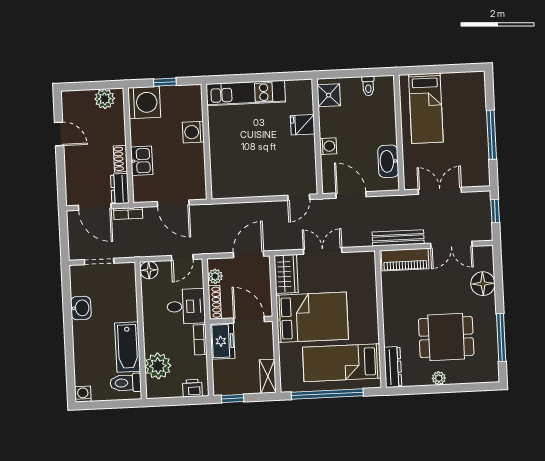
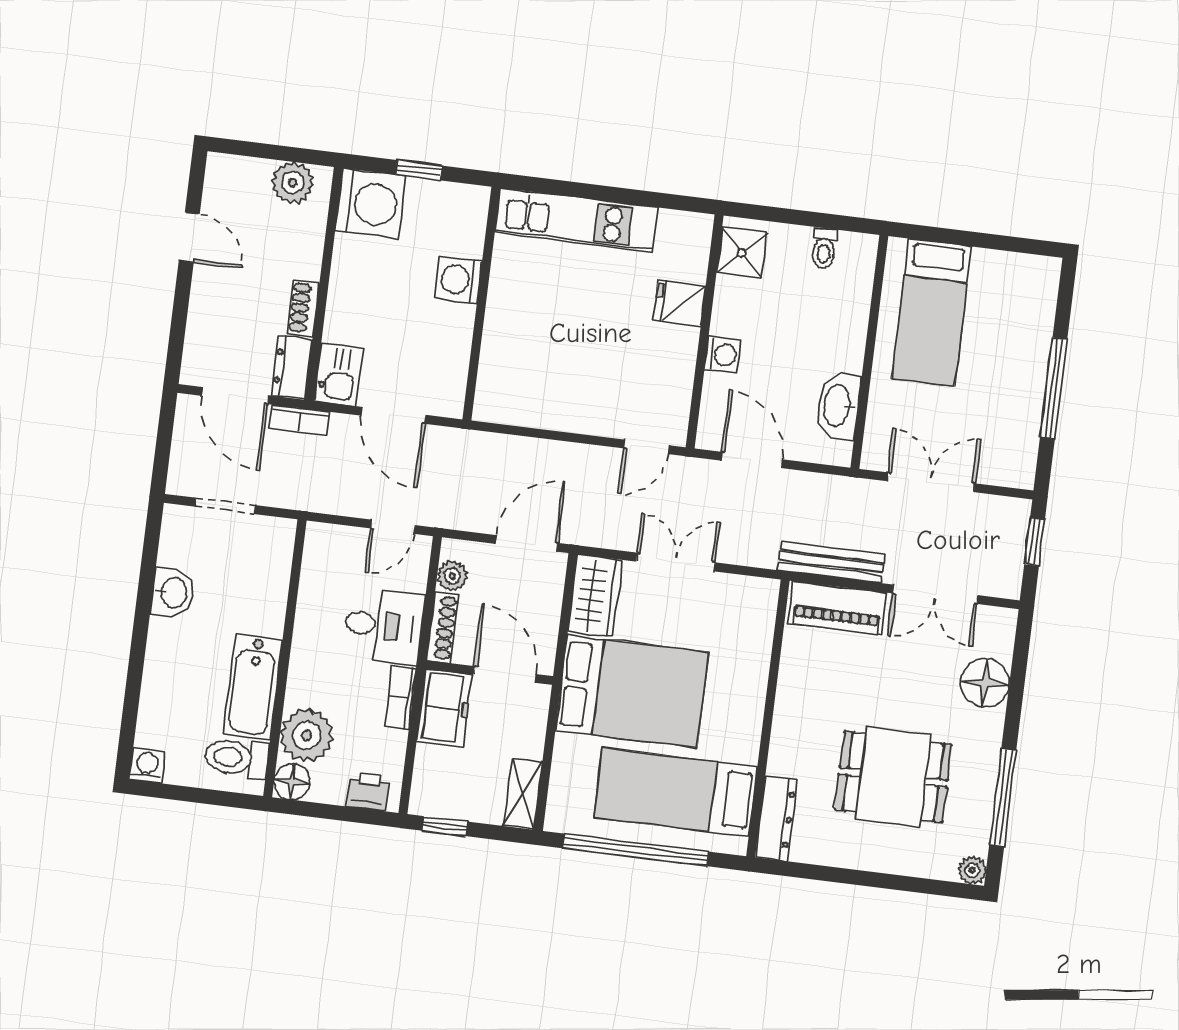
kitchen sink: (142, 161) -> (338, 375), moved
floor lamp: (149, 270) -> (292, 782), moved
plant: (439, 378) -> (972, 870), moved

